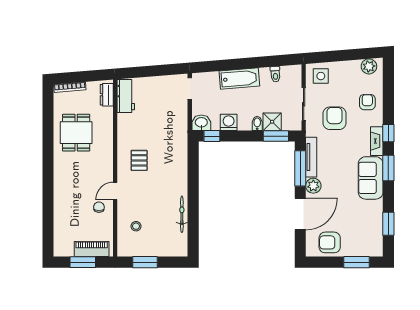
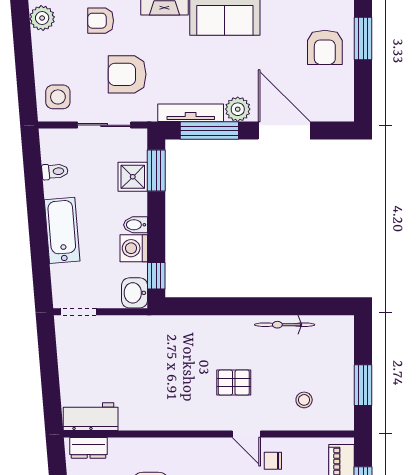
bidet: (257, 123) -> (136, 225), moved
pallet: (139, 160) -> (234, 382), moved
armchair: (330, 242) -> (325, 47), moved

